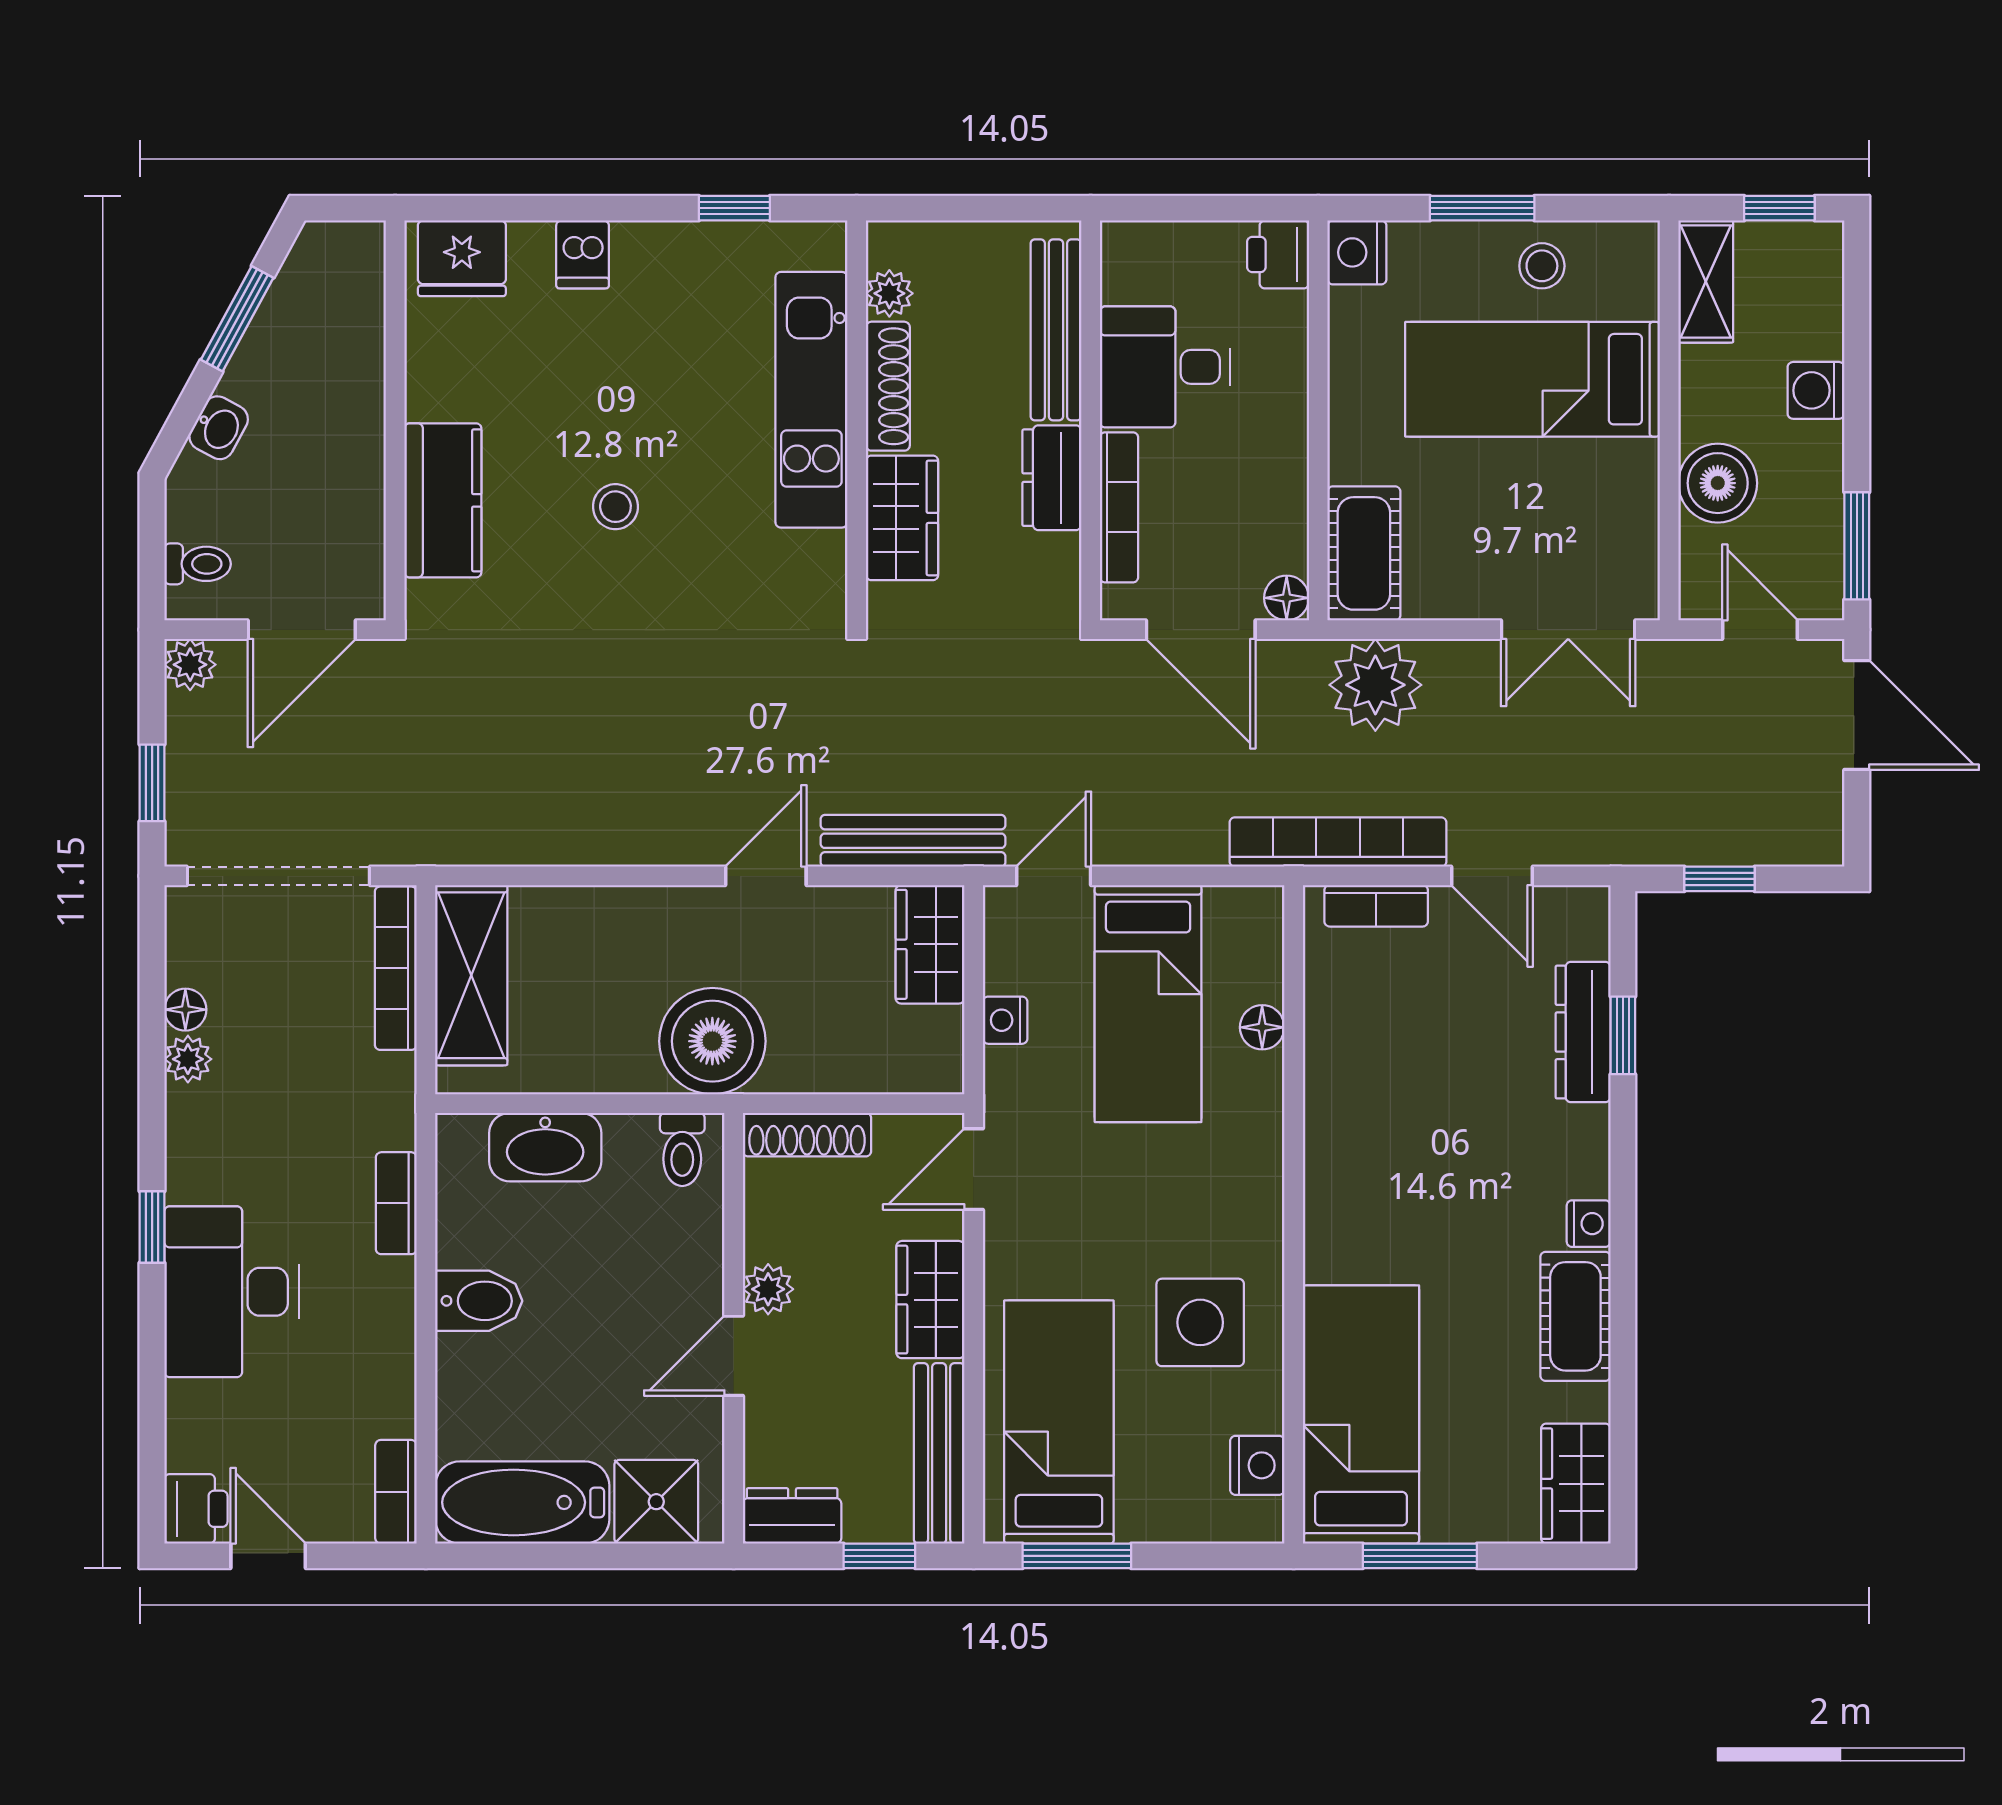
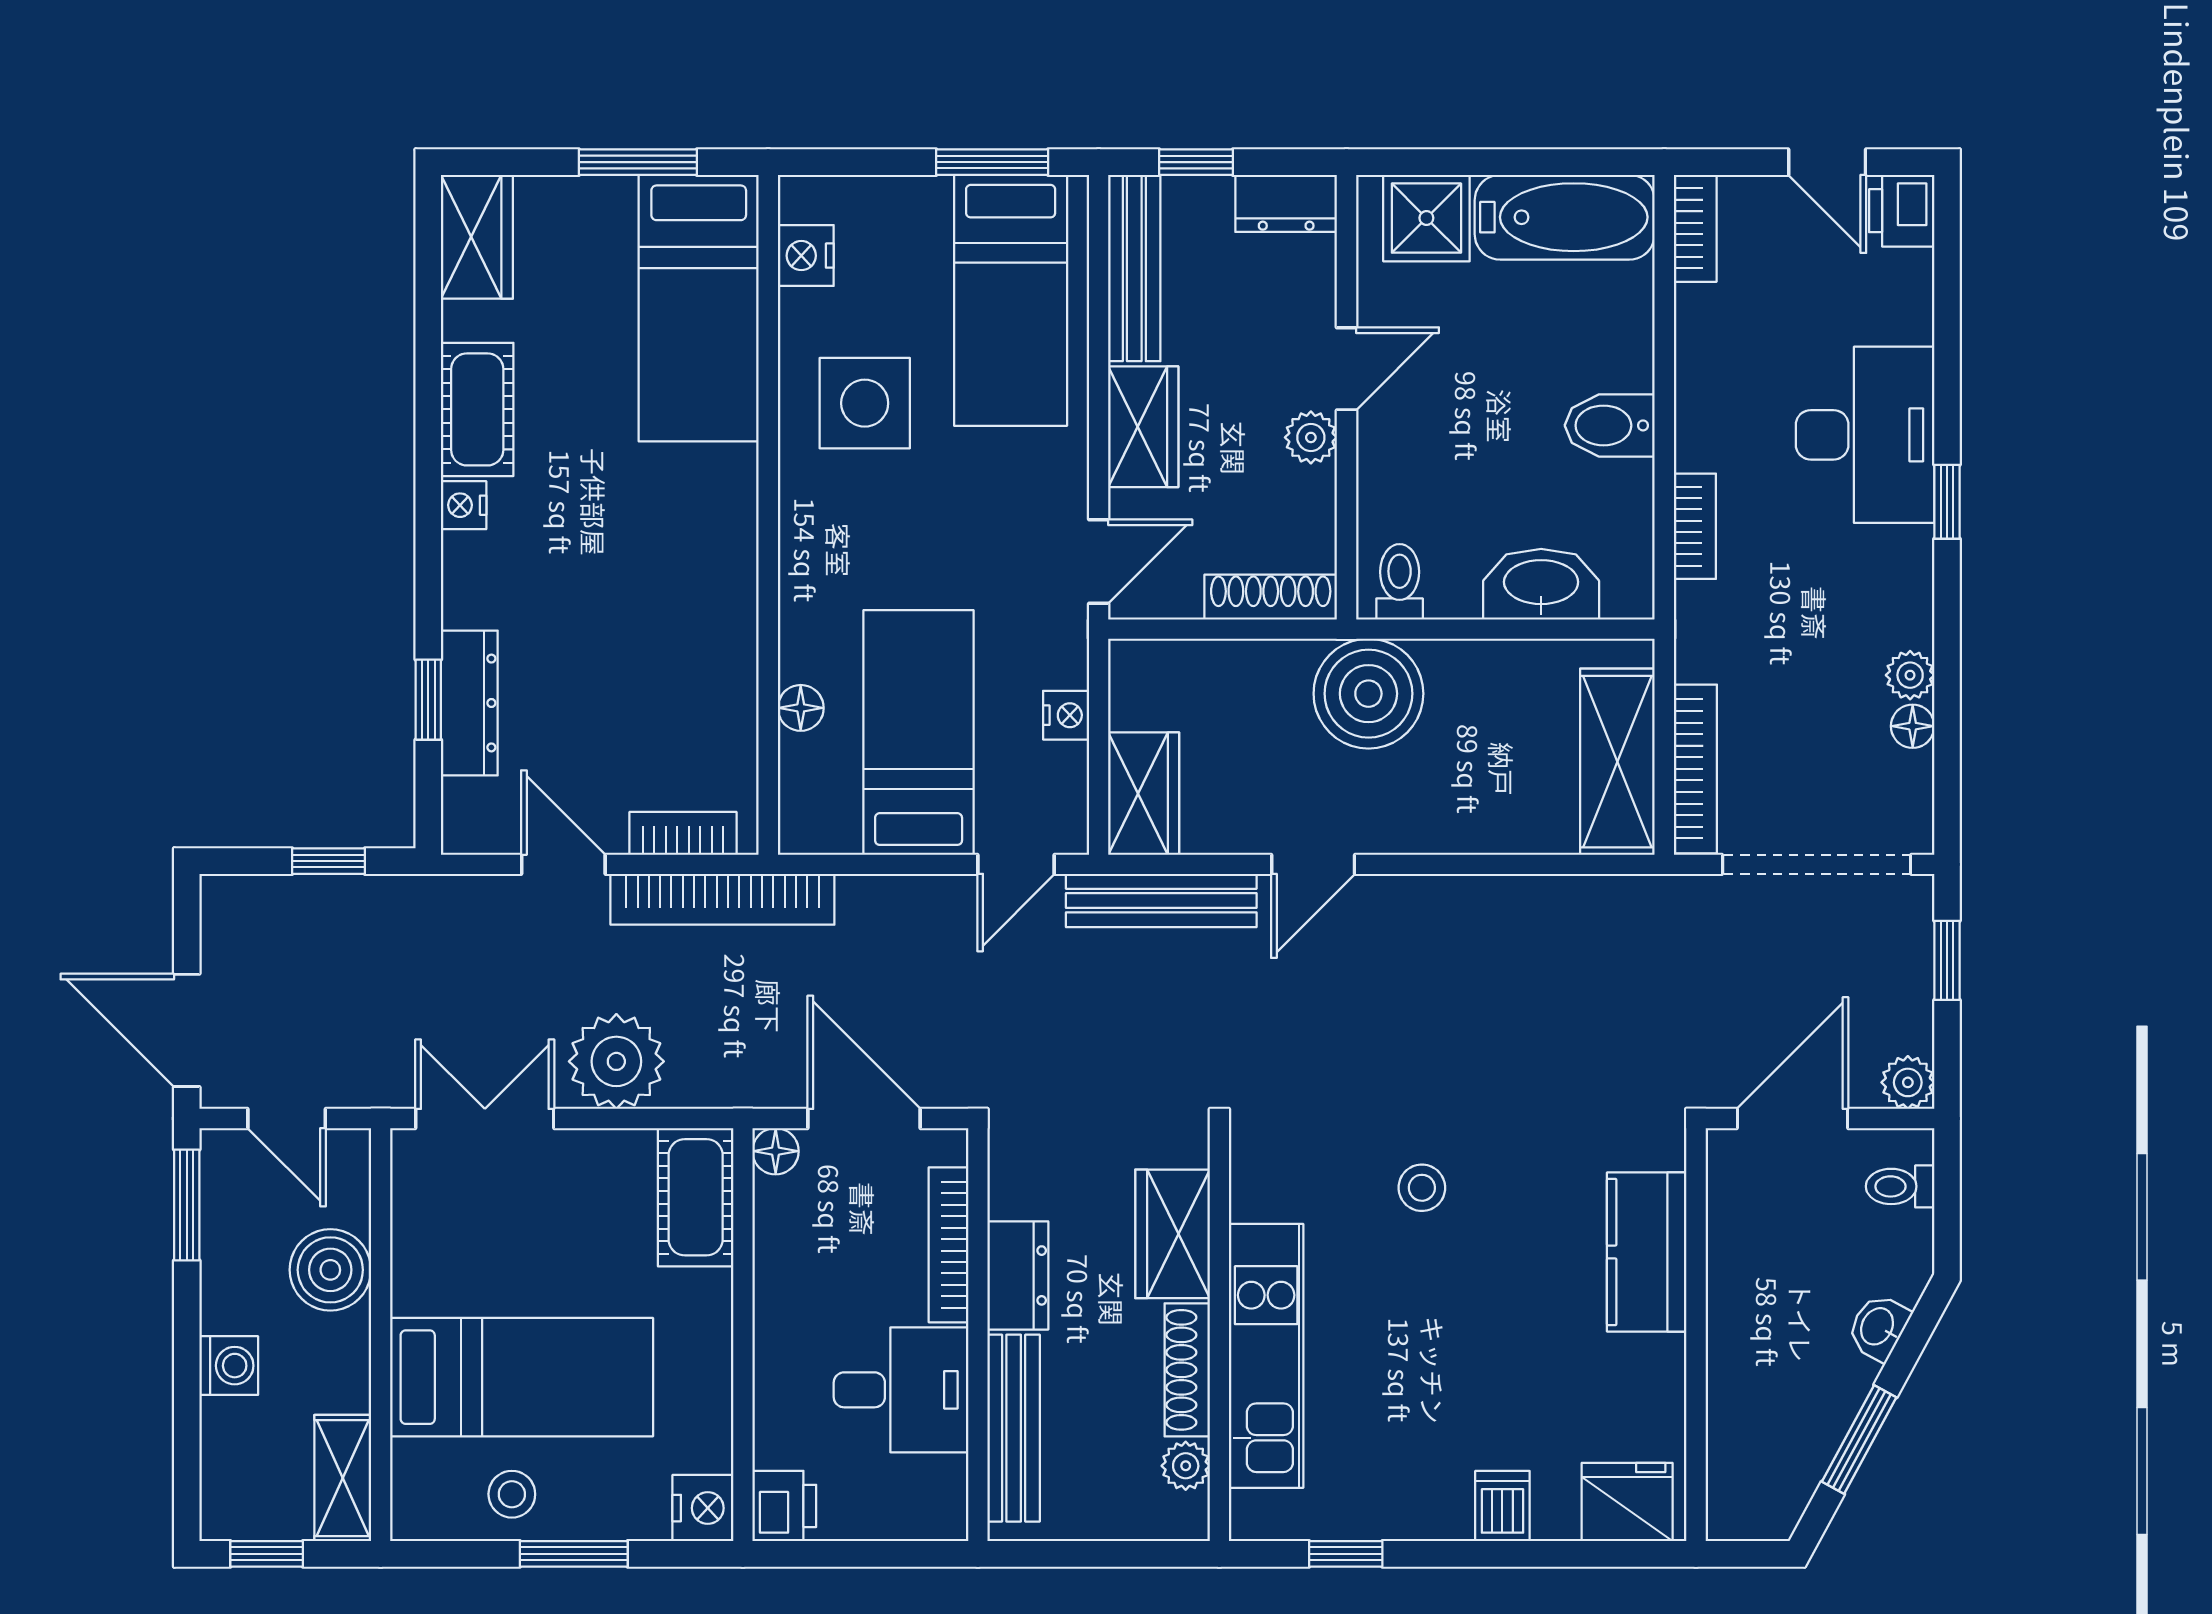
stool: (615, 507) -> (1422, 1188), moved
plant: (1375, 685) -> (616, 1061), moved

